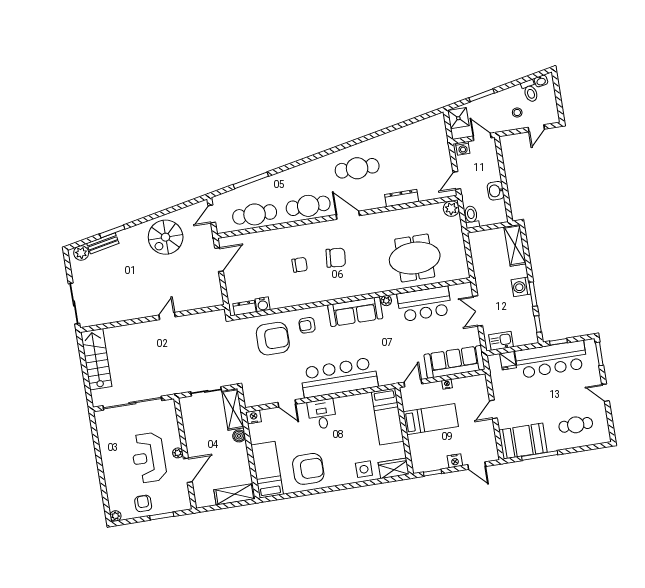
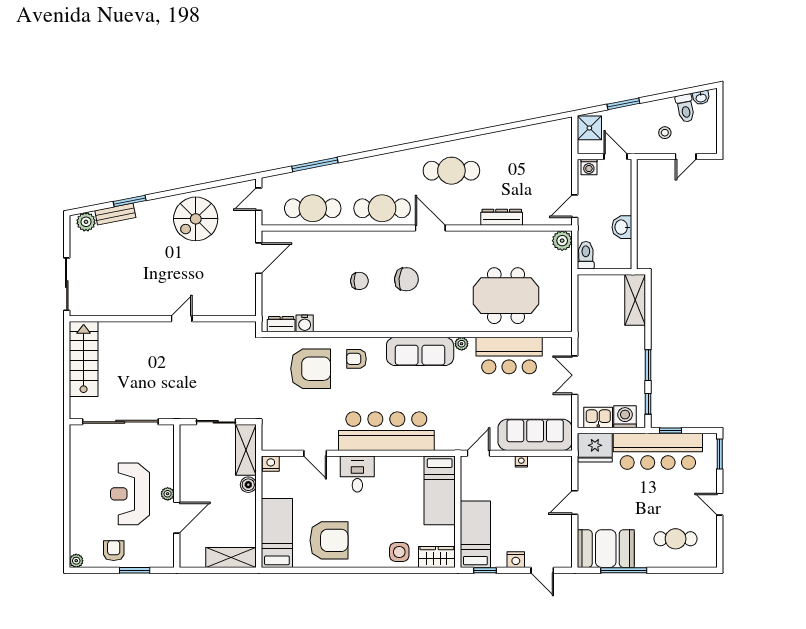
washing machine: (521, 287) -> (625, 417), moved, turned 90
fridge: (508, 361) -> (595, 448), width x1.88, depth x1.34
bed: (431, 419) -> (475, 534), moved, turned -90

